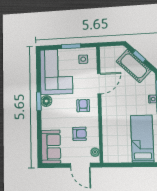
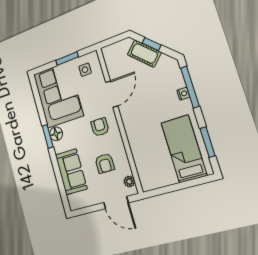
cot: (134, 66) -> (144, 53), width x0.73, depth x0.75
armchair: (79, 134) -> (105, 163), turned 90
sofa: (51, 147) -> (71, 172), moved

